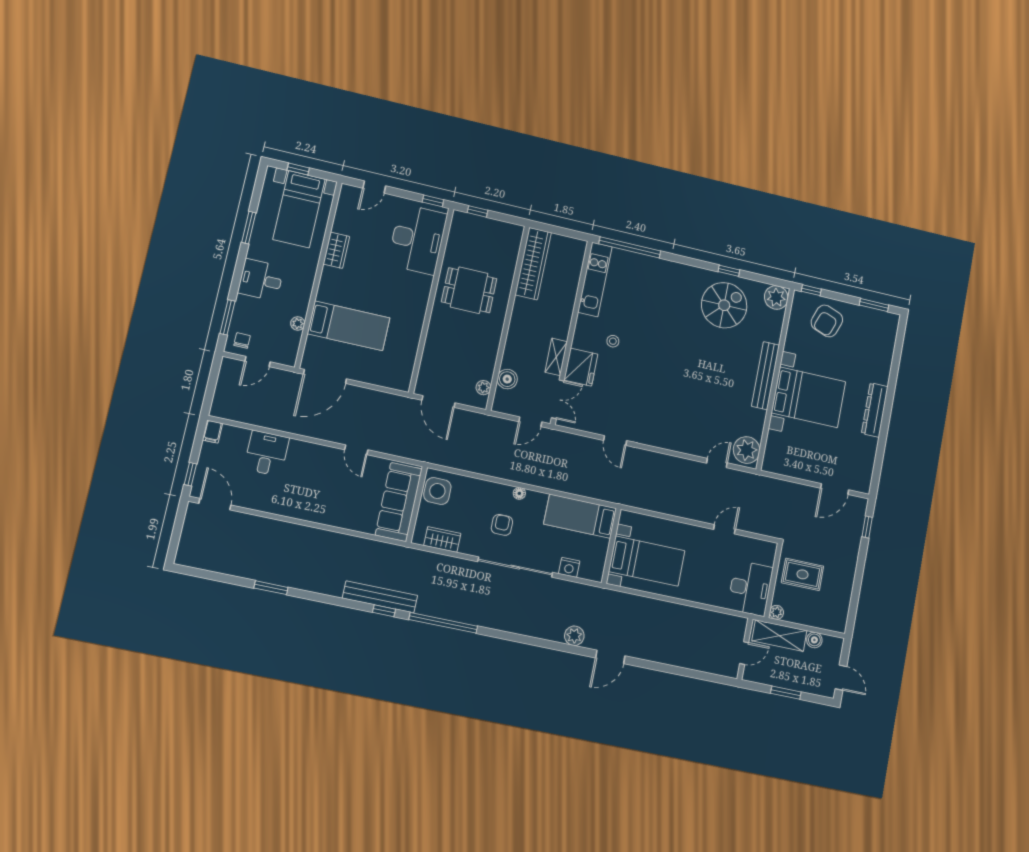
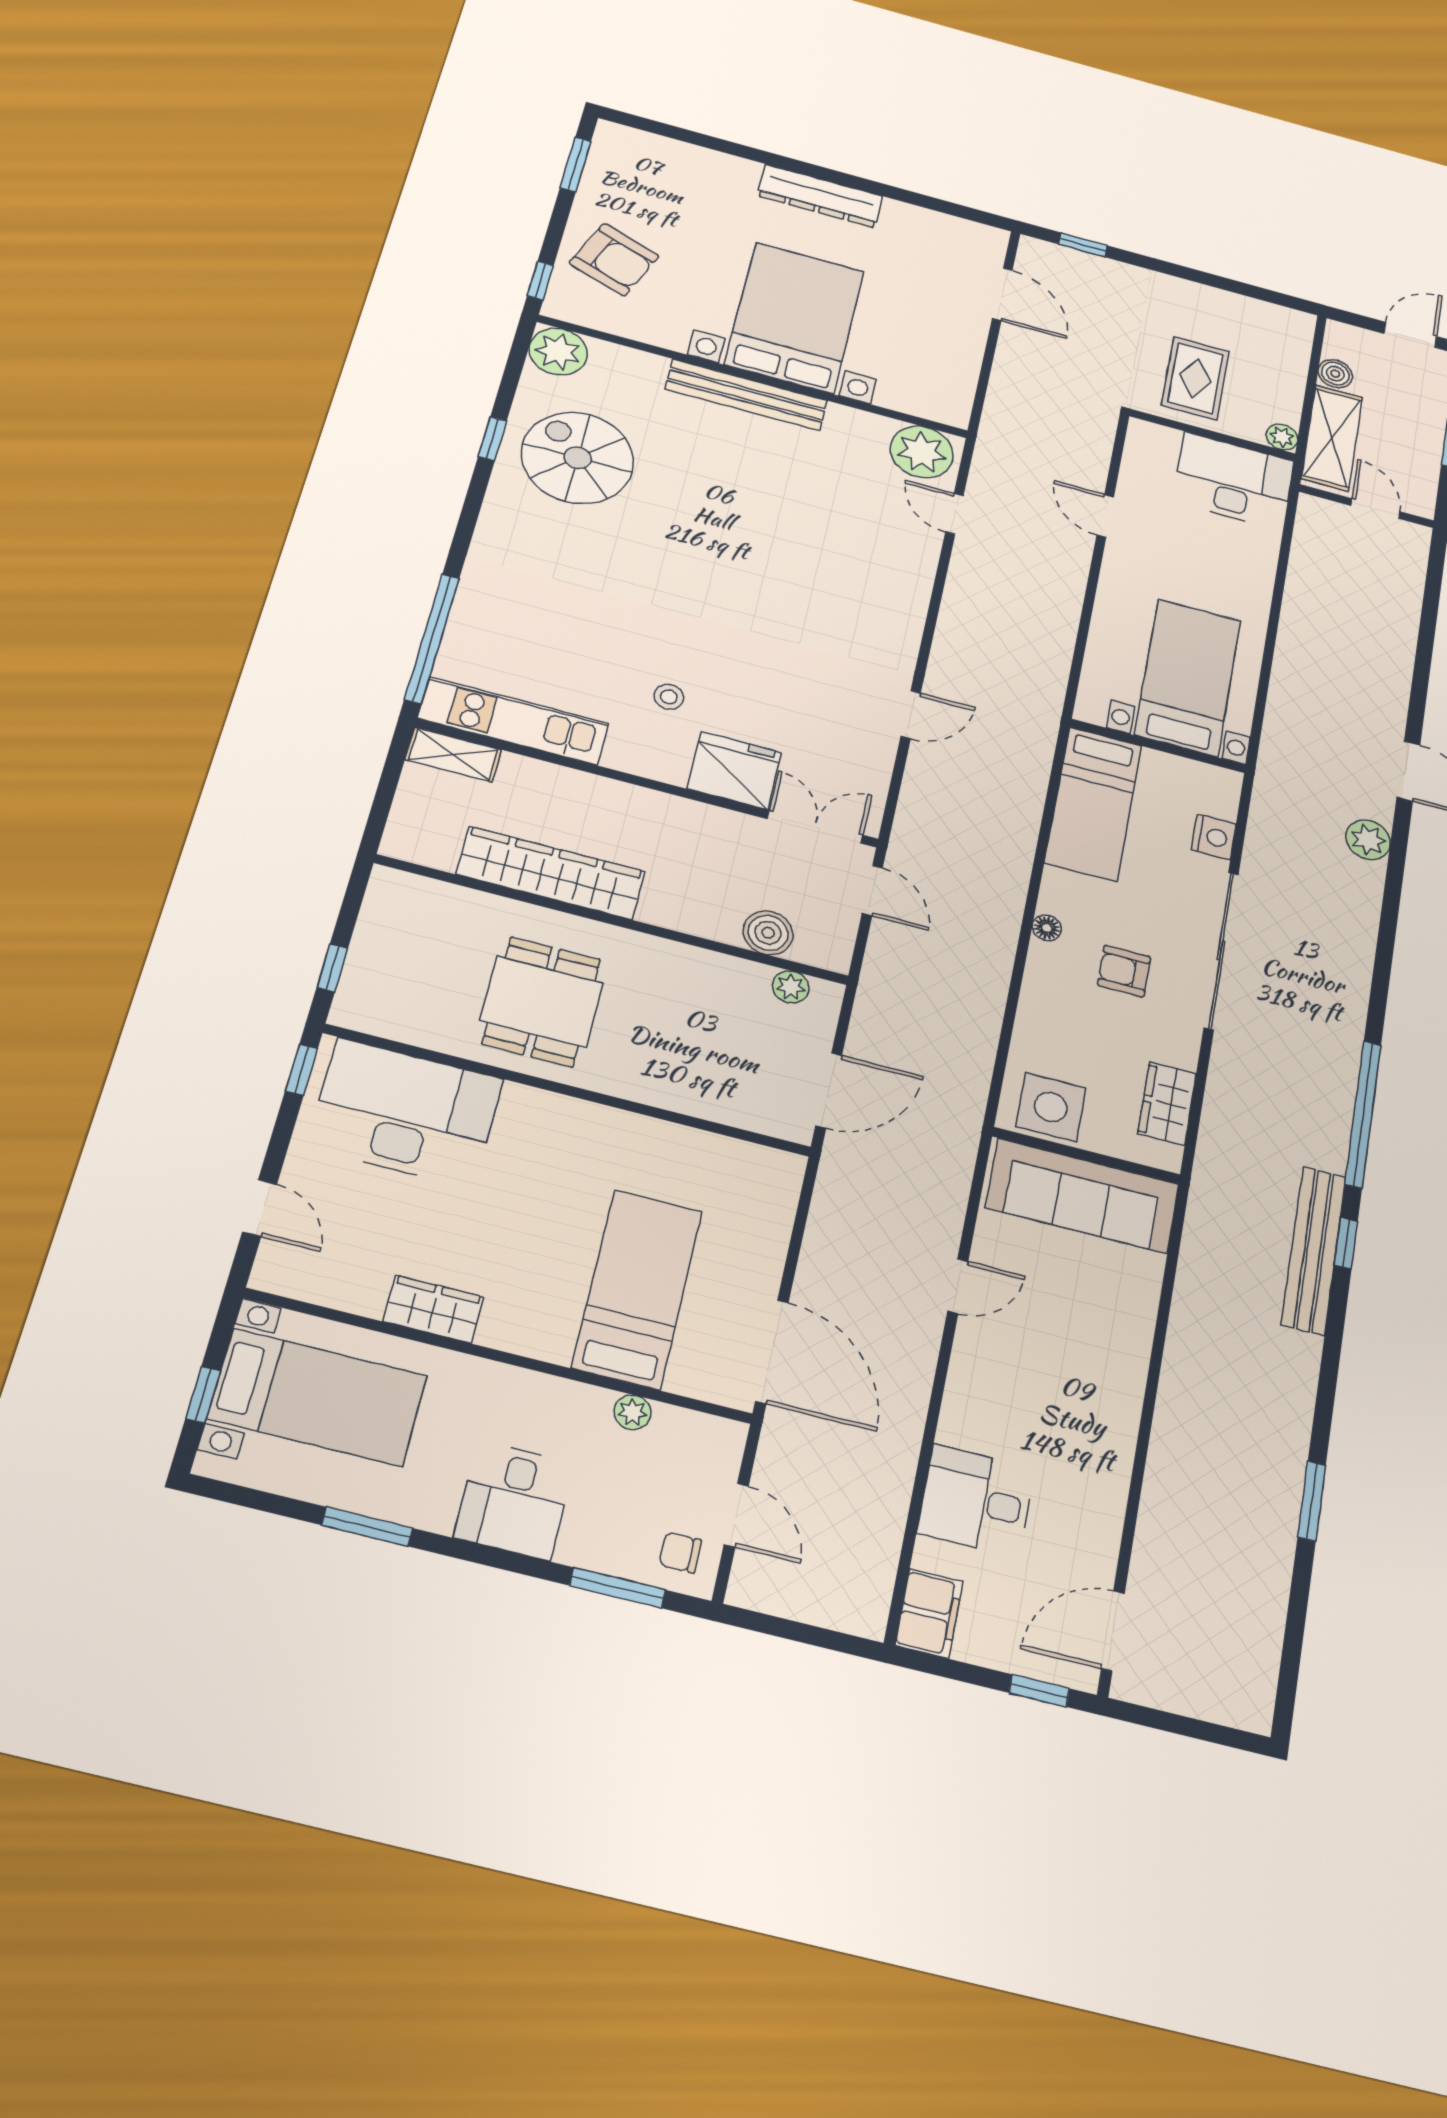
wardrobe: (533, 263) -> (551, 873), moved
shelving: (556, 357) -> (453, 755), moved
filing cabinet: (212, 432) -> (929, 1614), width x2.00

